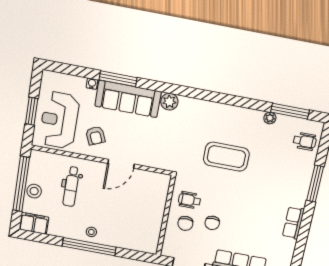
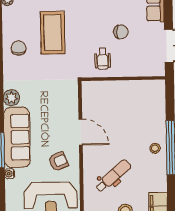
dental chair: (71, 187) -> (113, 176), turned -41
chair: (185, 223) -> (19, 48), moved, turned -90

